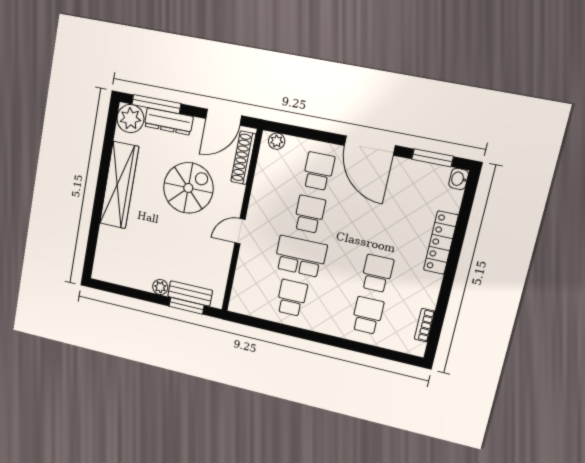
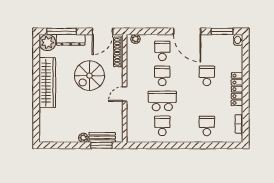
spiral stairs: (188, 188) -> (89, 76), turned 180
locker: (441, 243) -> (237, 89), moved
school desk: (377, 273) -> (207, 76), moved

